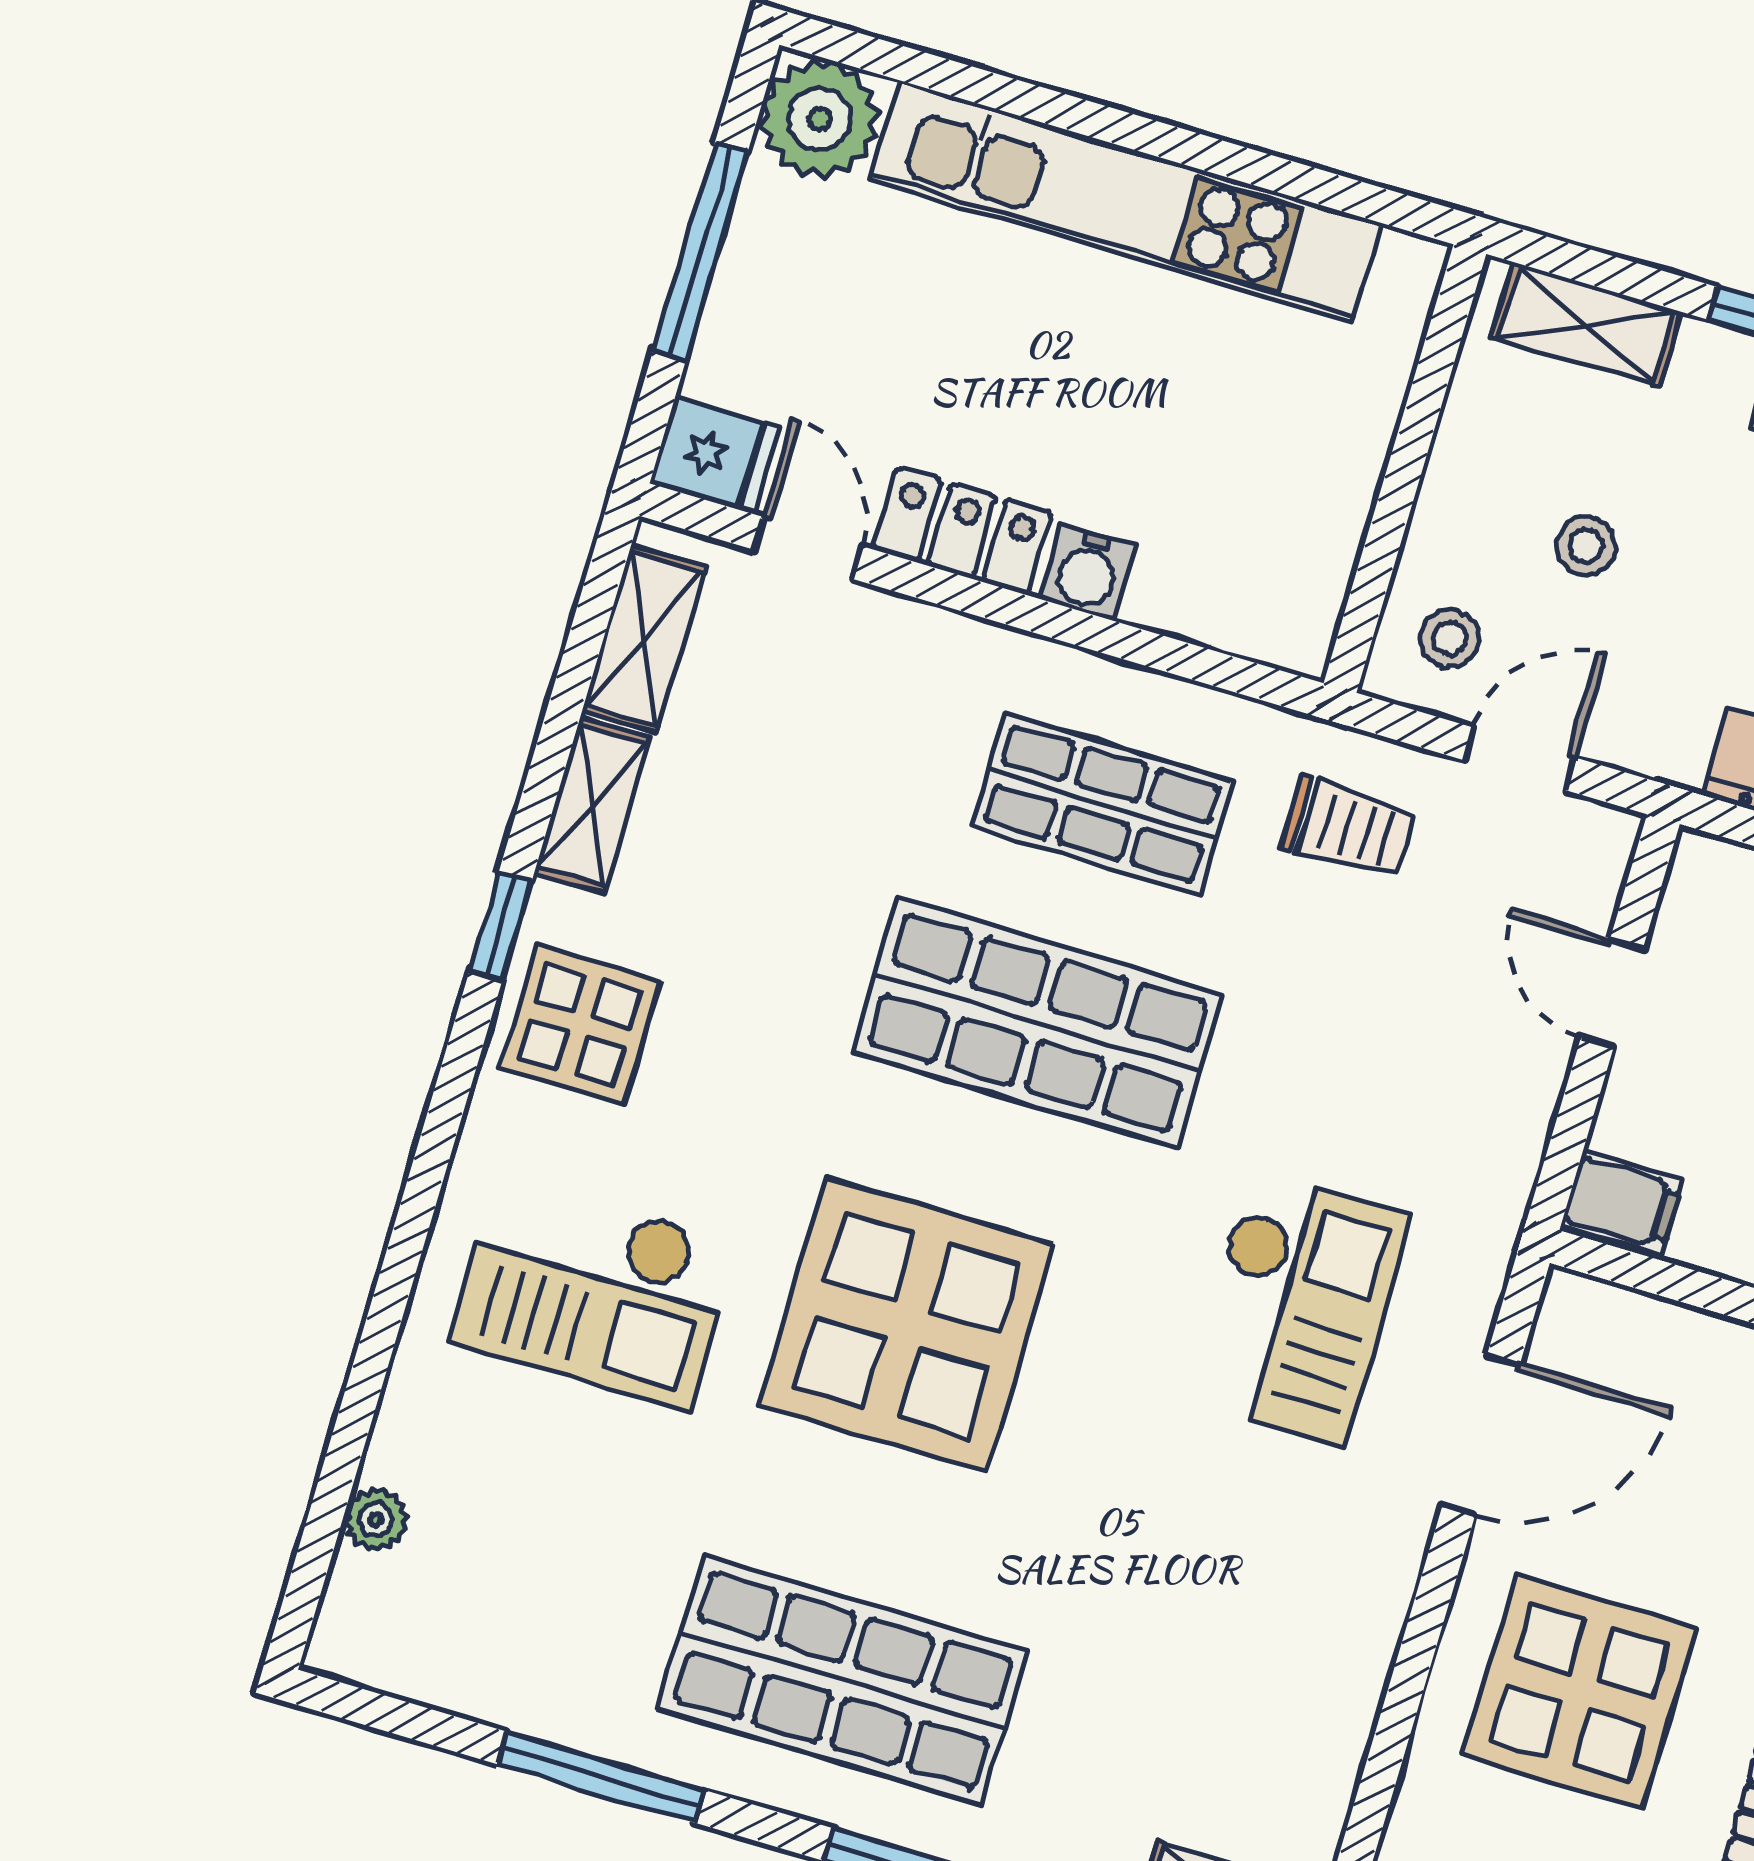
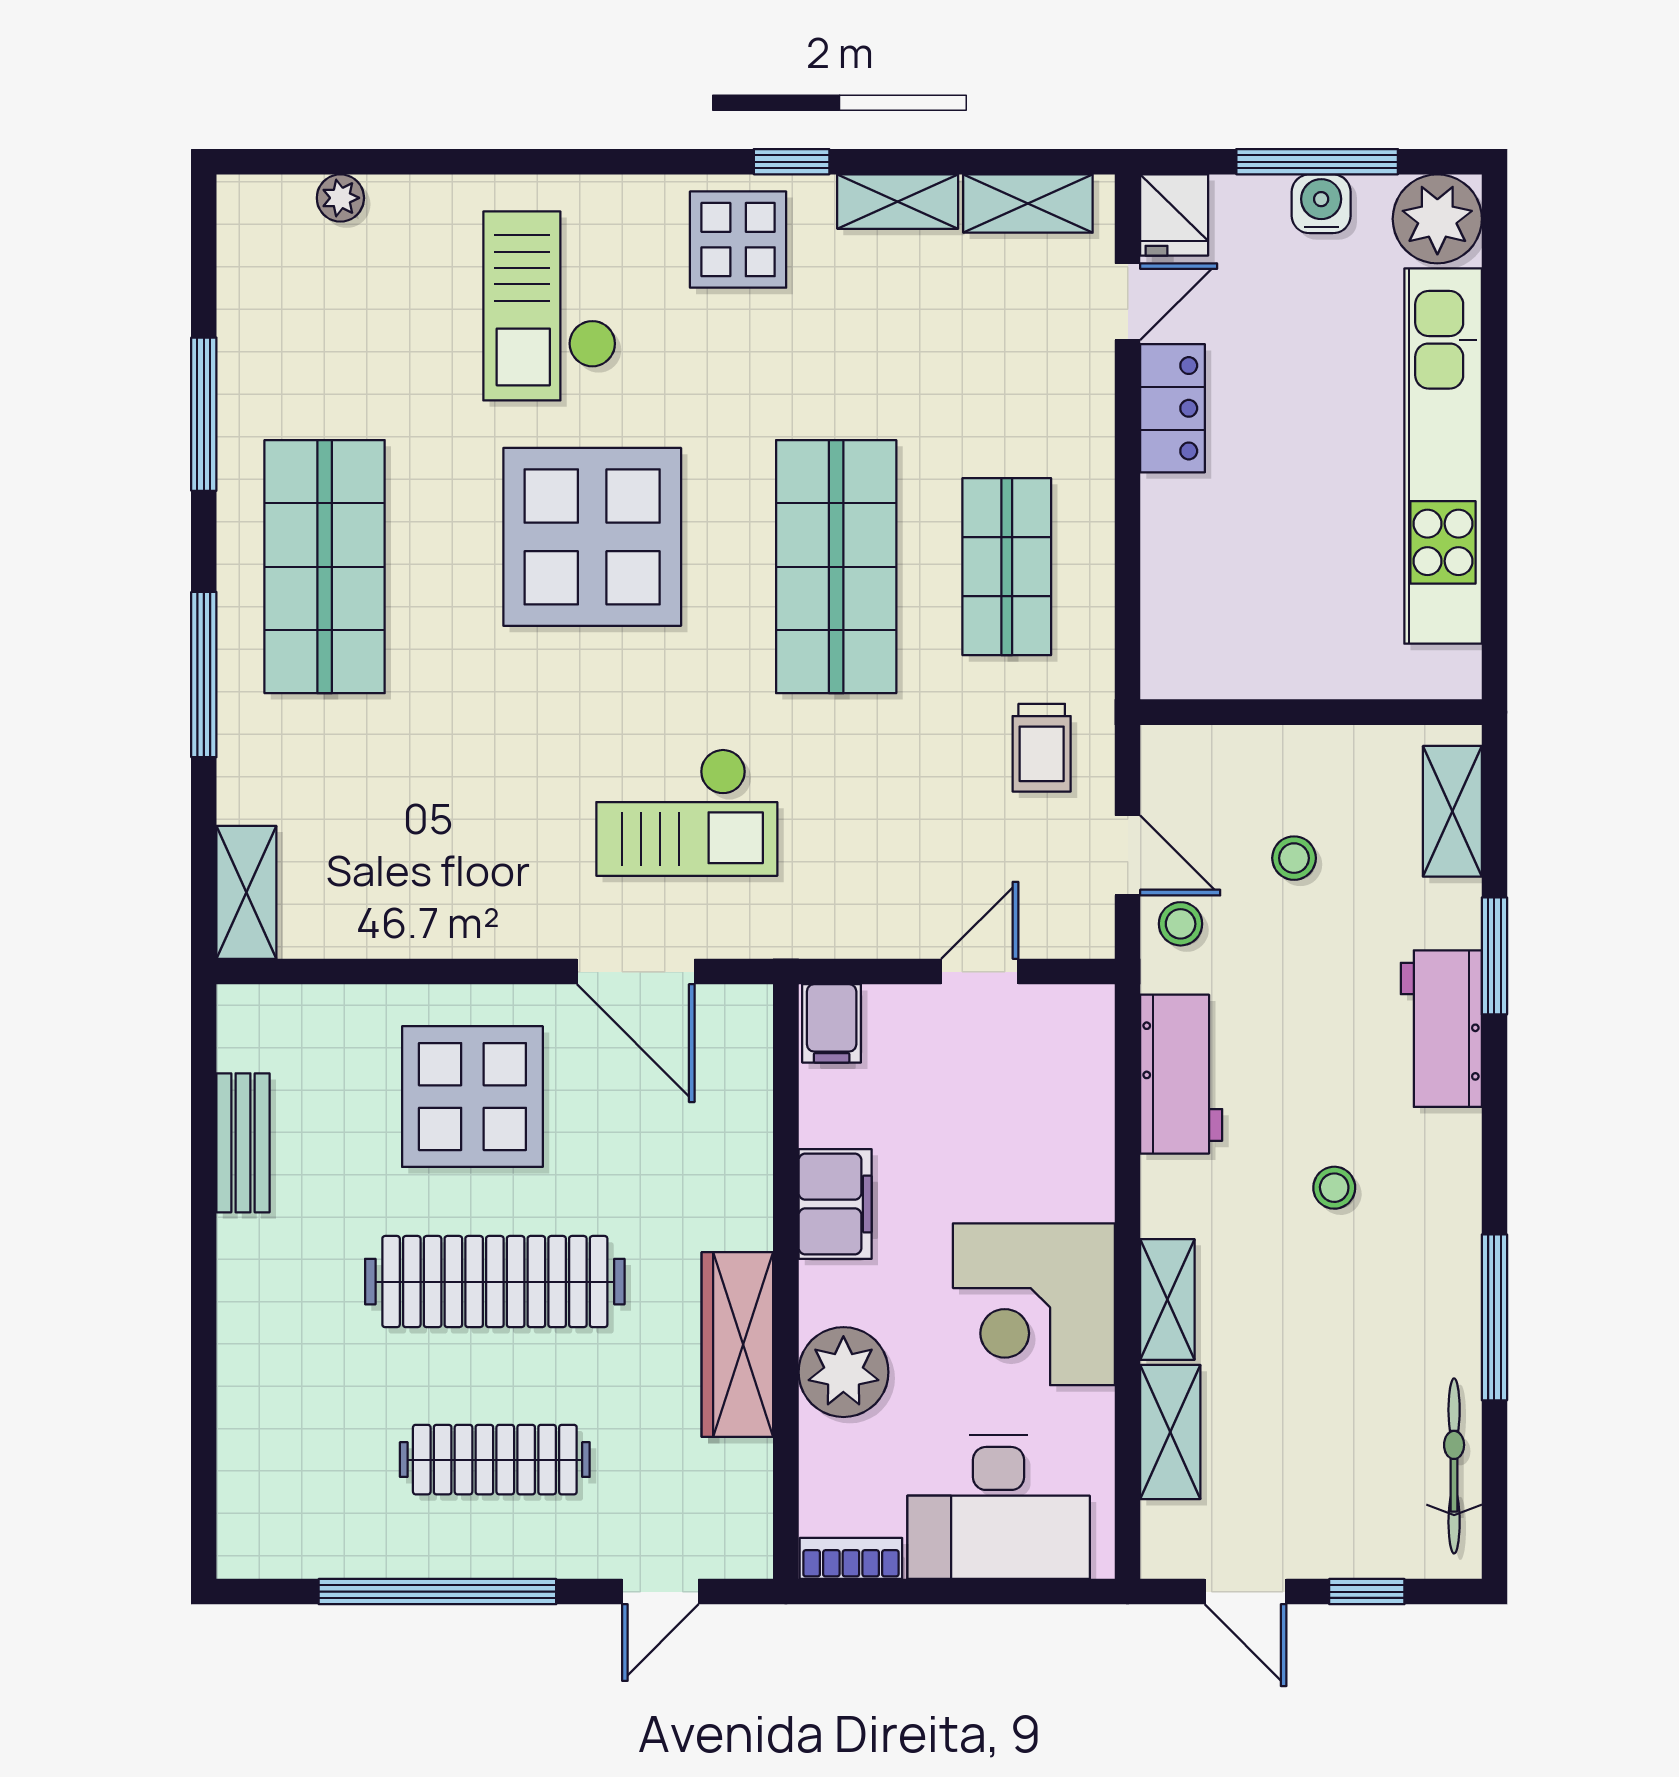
water cooler: (1088, 572) -> (1321, 204), moved, turned 90
stool: (1450, 638) -> (1181, 924), moved

